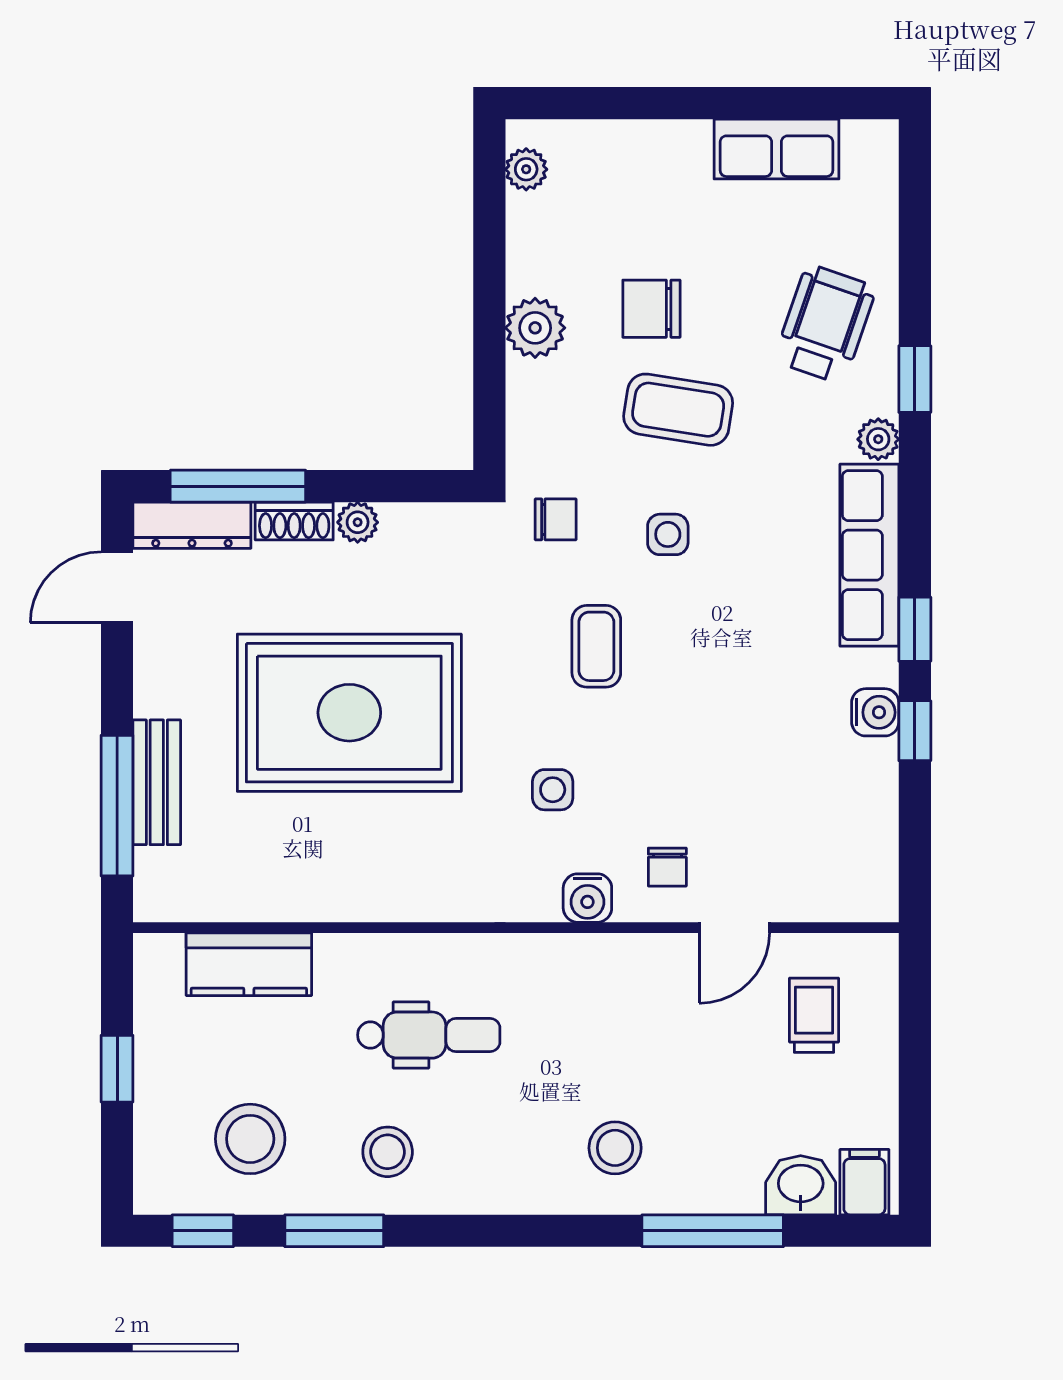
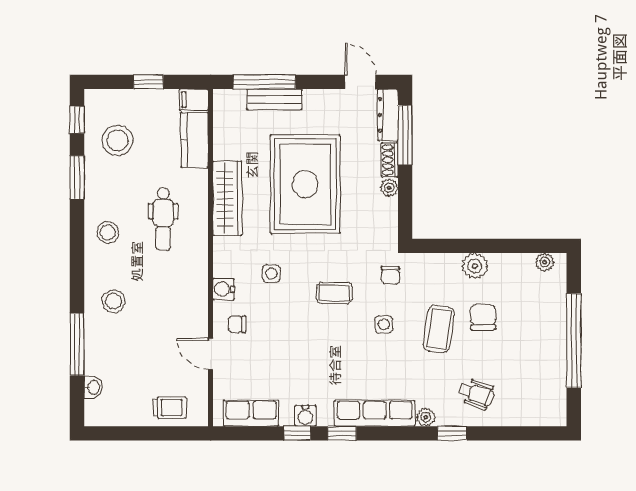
window: (705, 103) -> (574, 341), added
row of seats: (777, 149) -> (251, 413), moved, turned 90
wheelchair: (825, 324) -> (476, 394), width x0.73, depth x0.73
wardrobe: (381, 890) -> (227, 198), added
trolley: (814, 1015) -> (169, 408), moved
stool: (388, 1152) -> (108, 232), moved
filing cabinet: (864, 1182) -> (194, 100), moved, turned 180
washbasin: (801, 1185) -> (93, 387), width x0.72, depth x0.69

